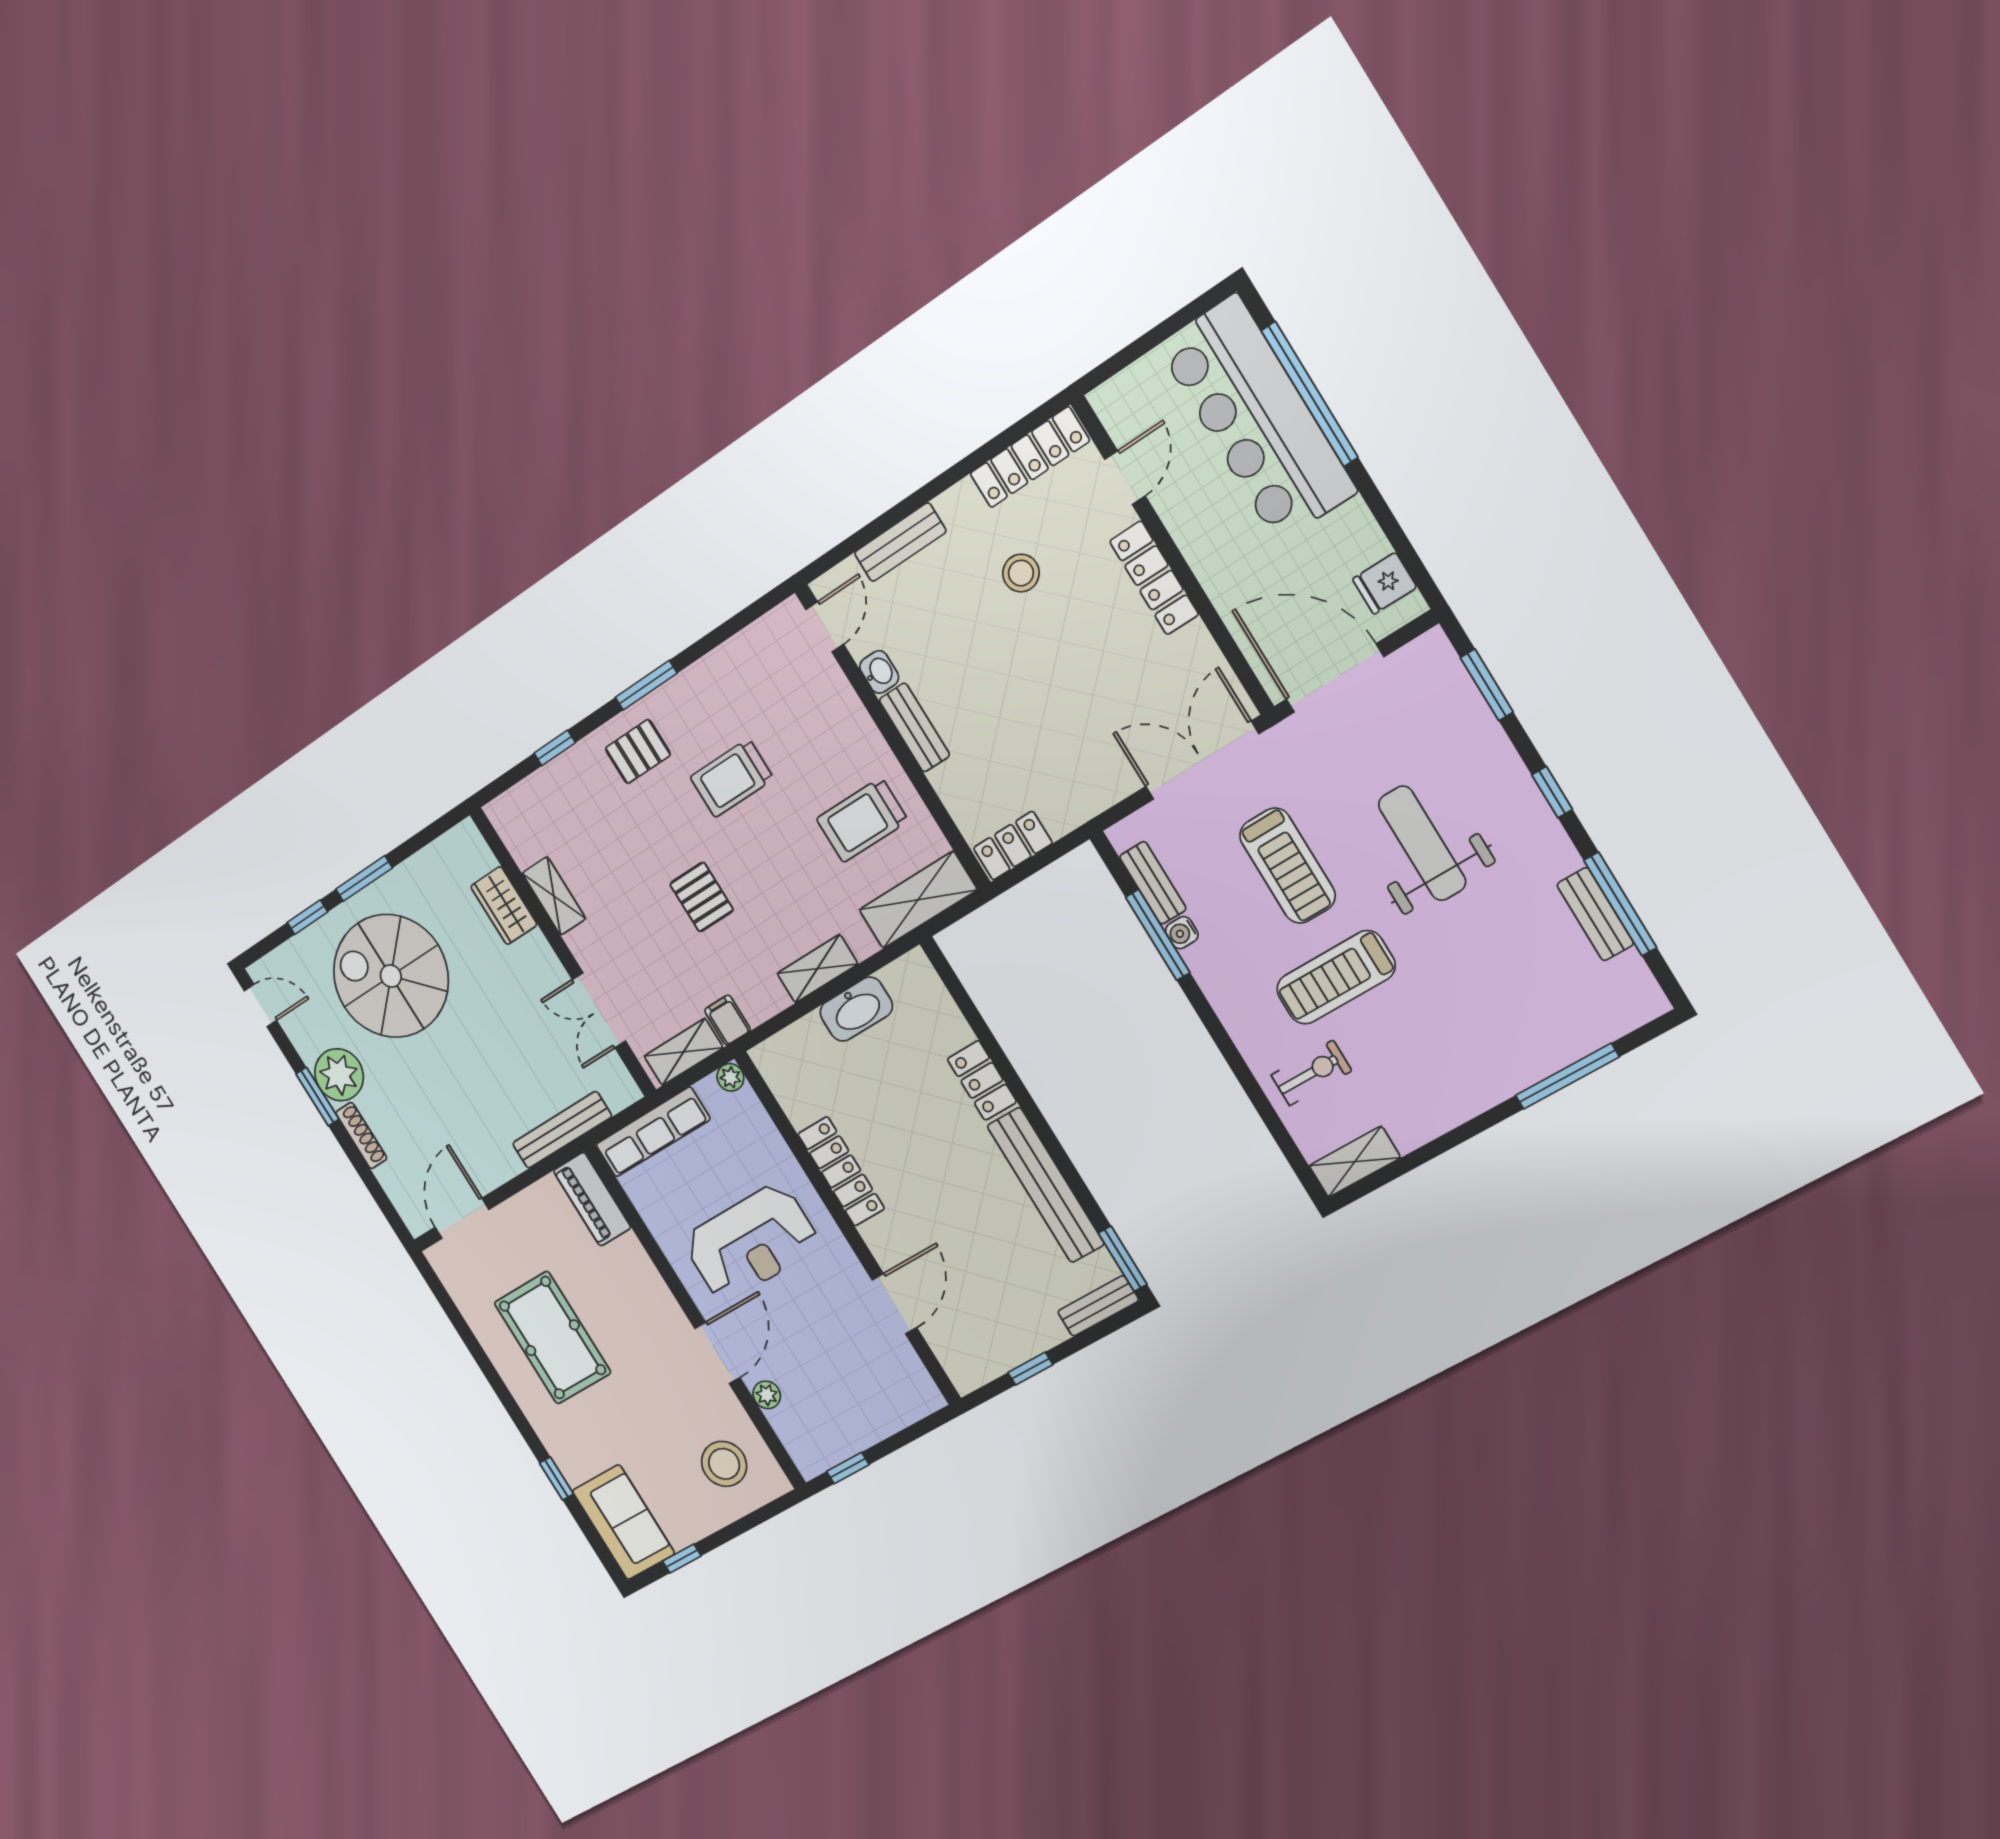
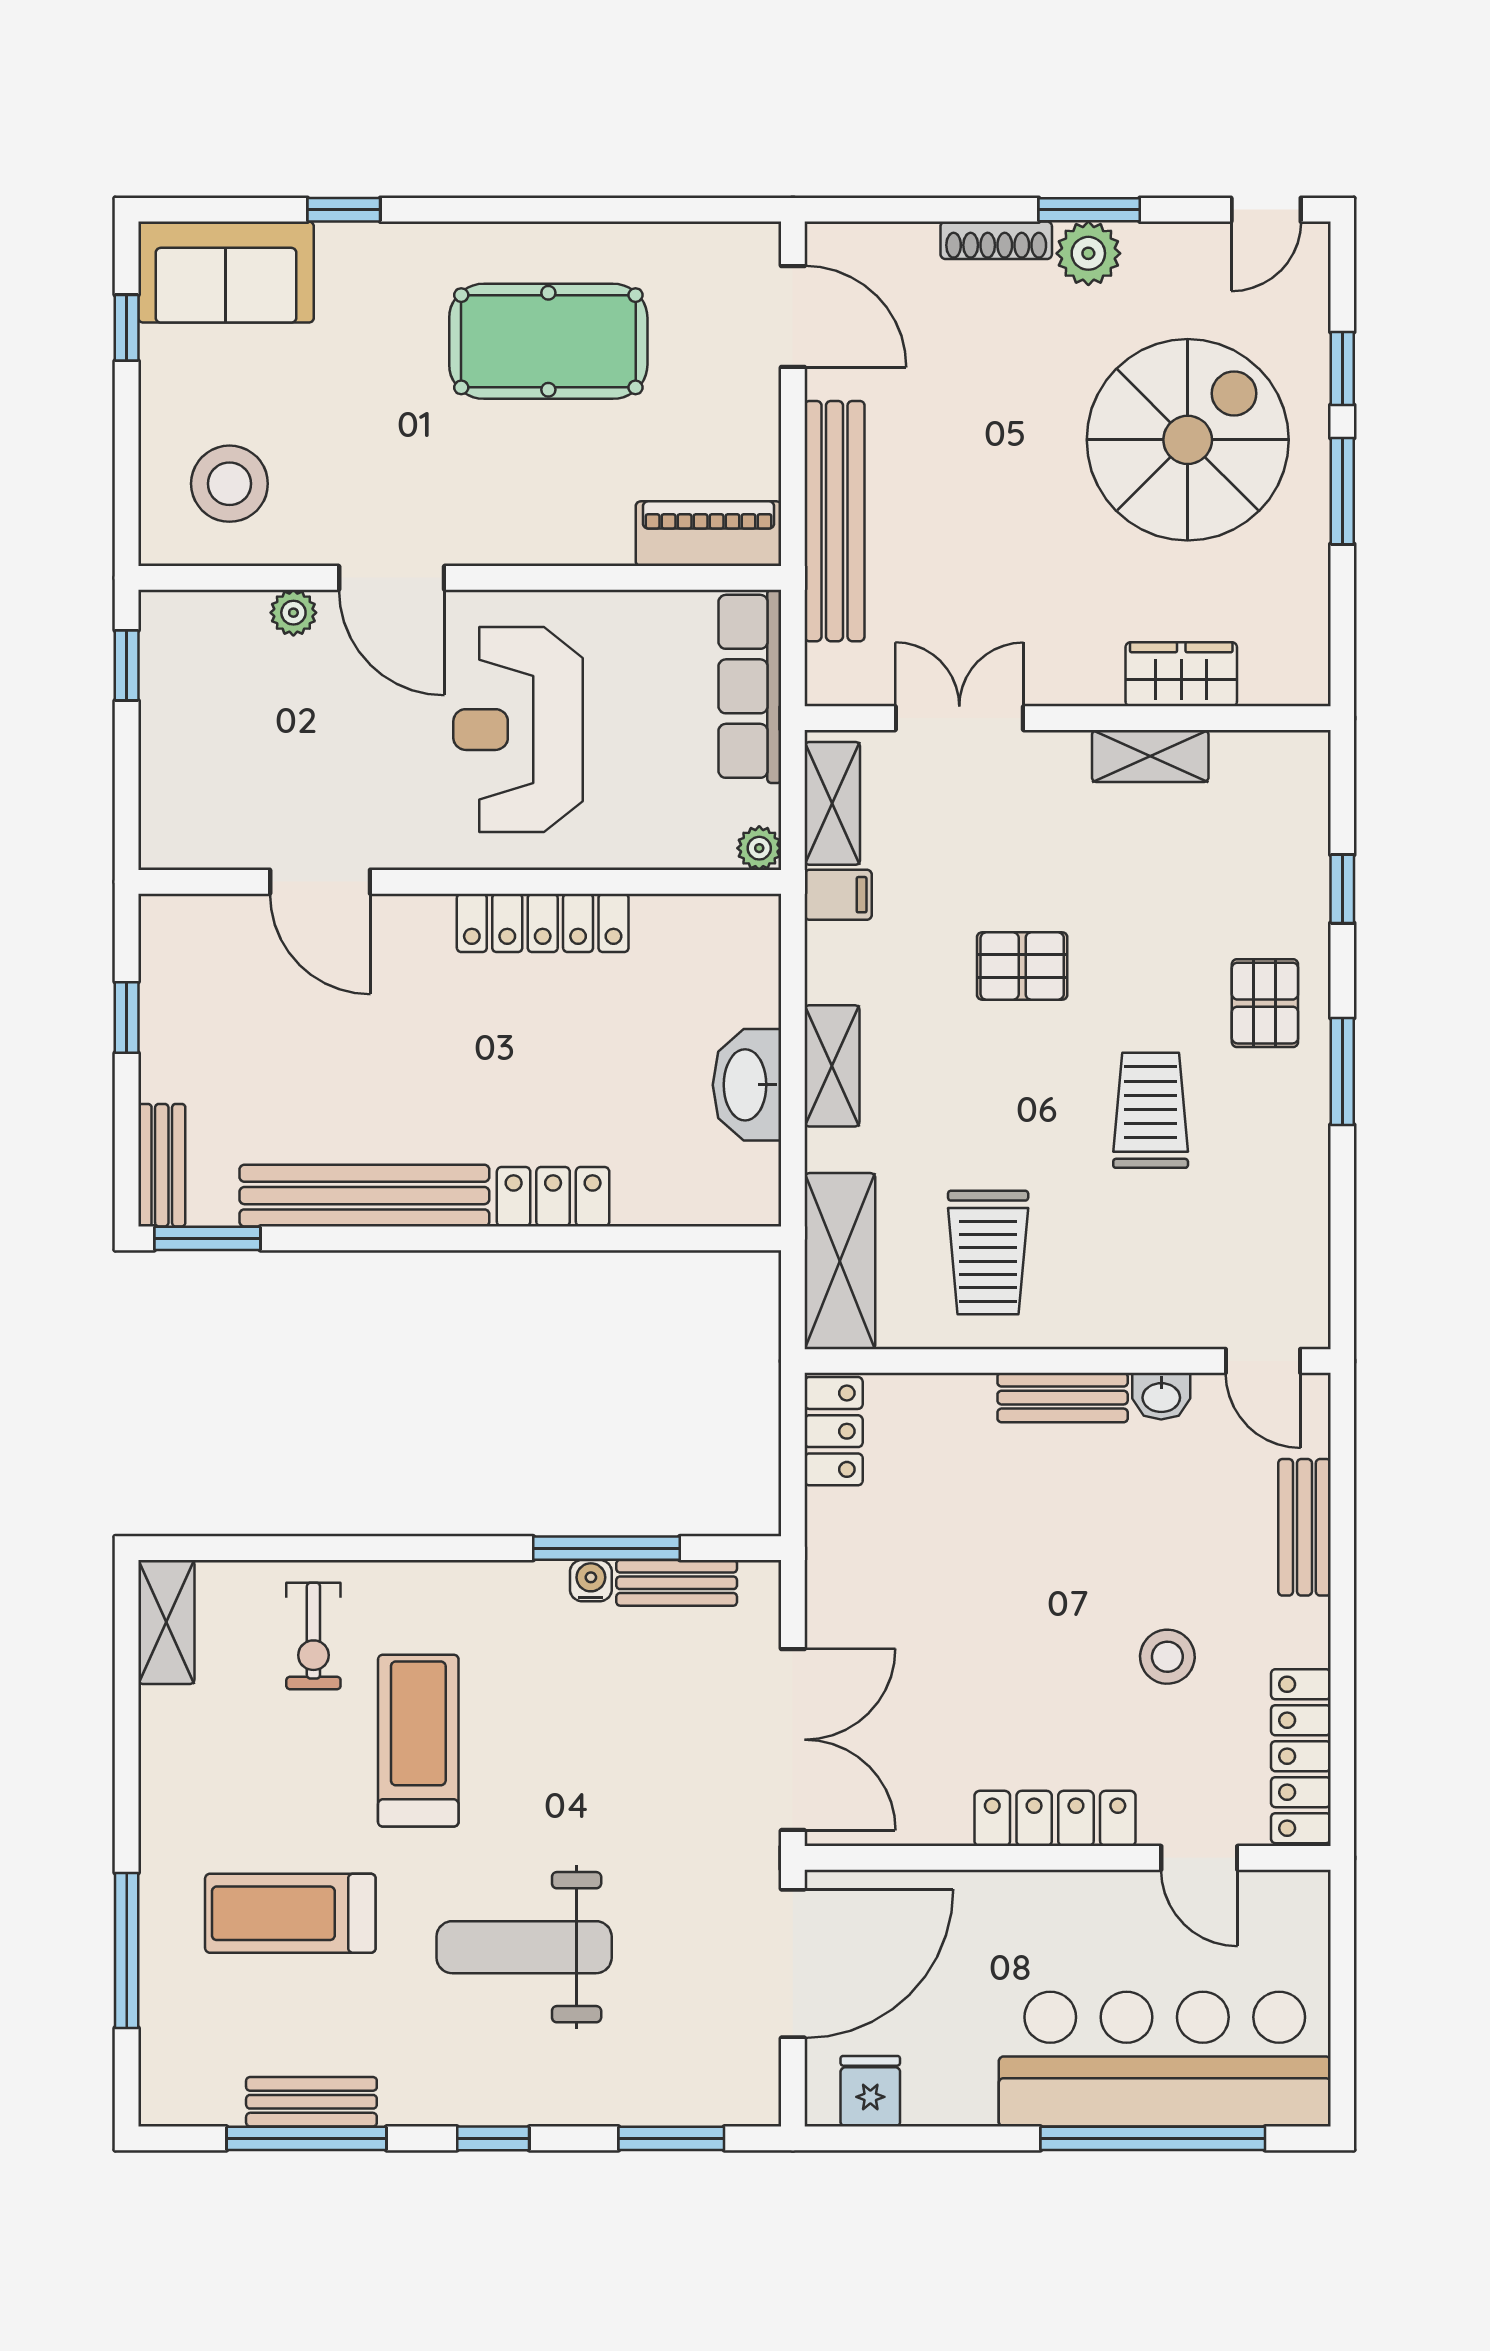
trolley: (862, 820) -> (988, 1253), turned 180
weight bench: (1422, 843) -> (524, 1947), turned 180
treadmill: (1287, 866) -> (290, 1913), moved
plant: (339, 1075) -> (1088, 253), width x0.73, depth x0.73
bench: (562, 1130) -> (835, 521), width x1.37, depth x1.21

